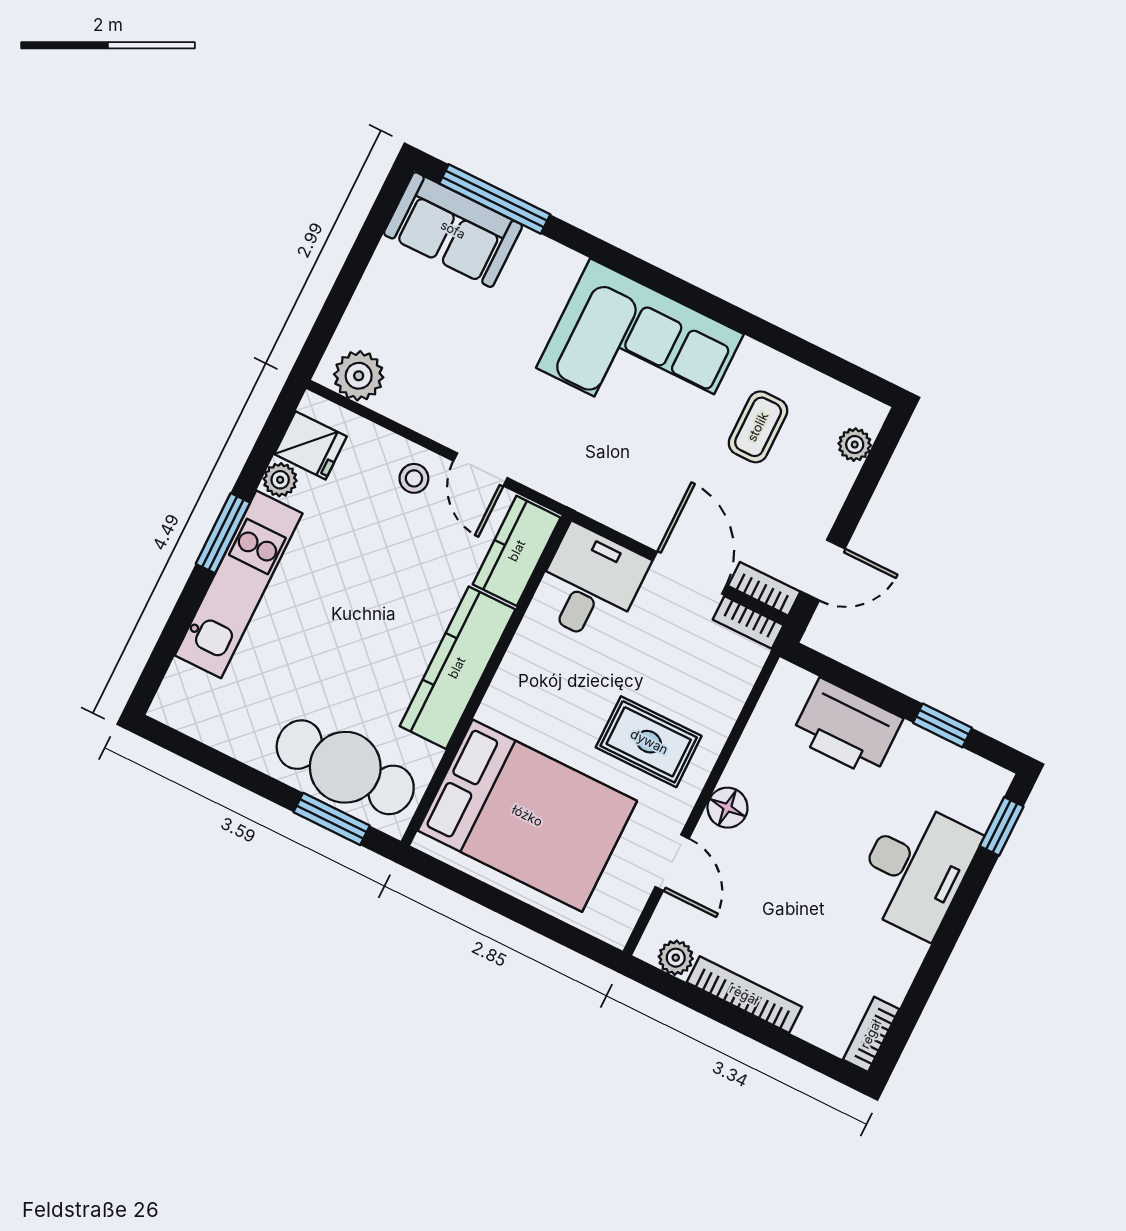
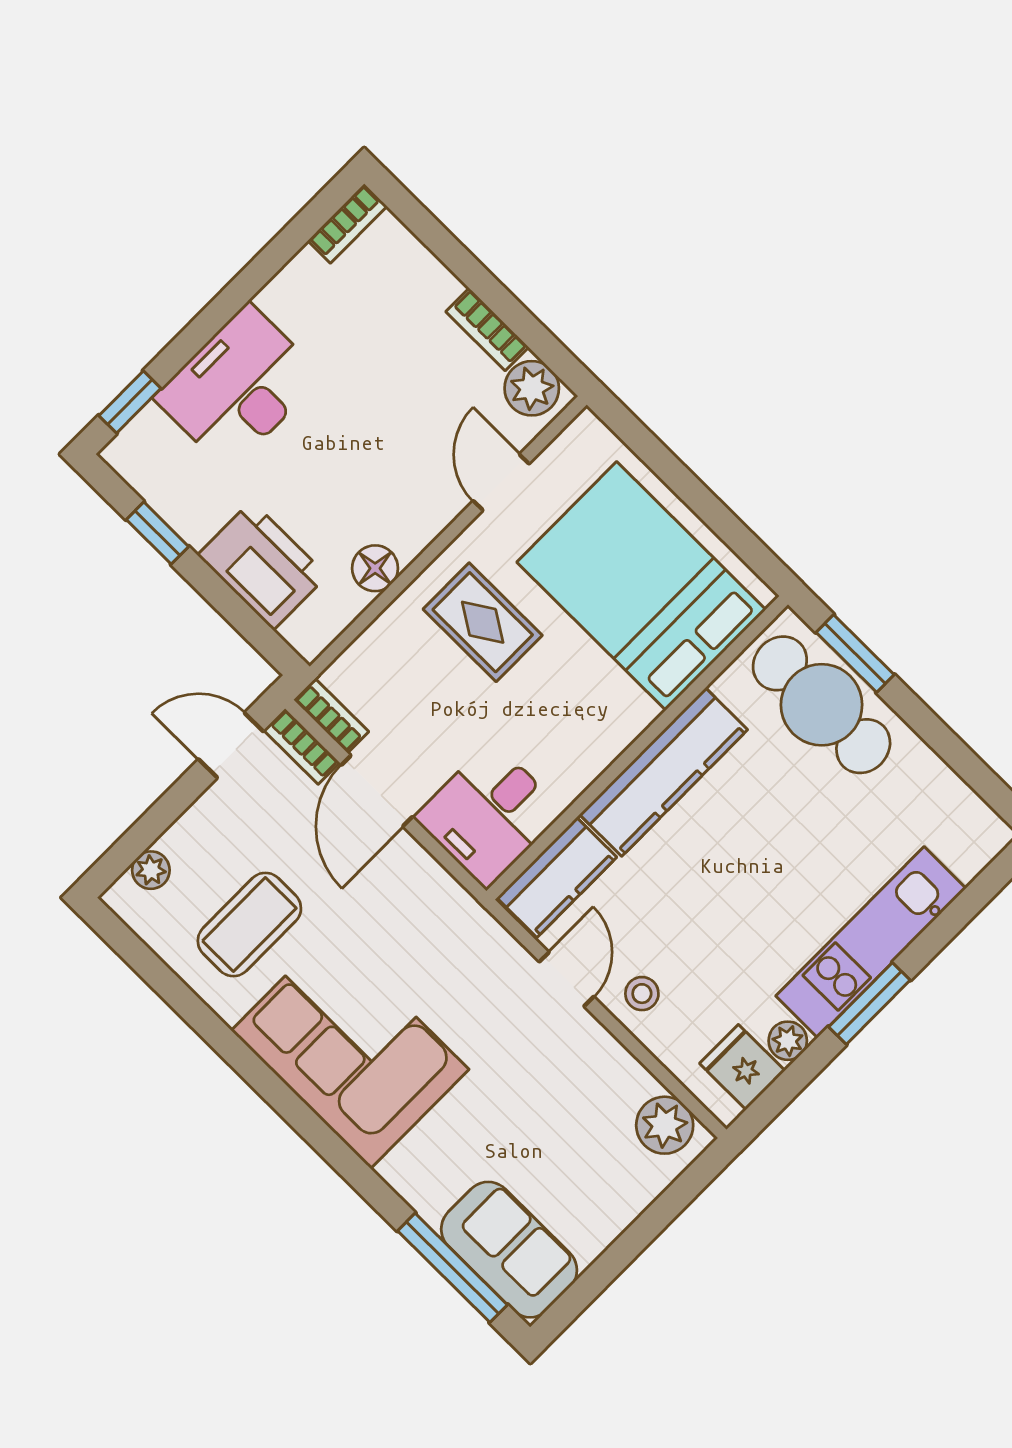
coffee table: (758, 427) -> (249, 925), width x1.36, depth x1.30
floor lamp: (727, 808) -> (375, 568), moved
plant: (676, 958) -> (532, 388), width x1.38, depth x1.38
bookcase: (744, 995) -> (487, 329), width x0.64

